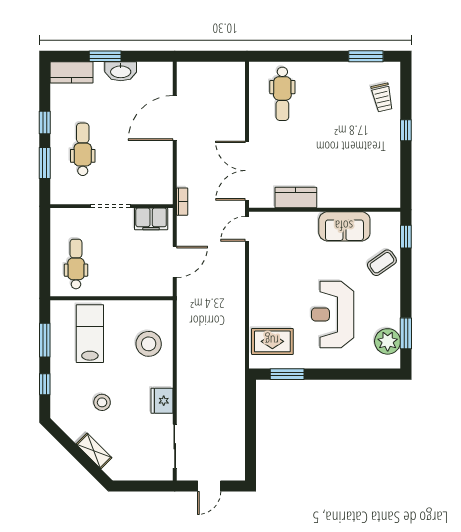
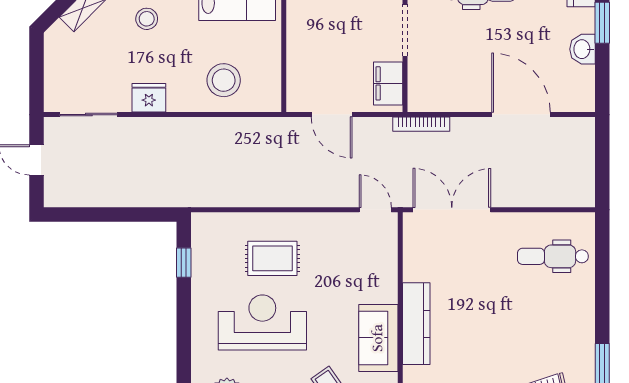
washbasin: (121, 71) -> (583, 49), width x0.72
kitchen counter: (296, 198) -> (416, 324), moved, width x1.50
bookcase: (182, 202) -> (421, 124), width x1.56
rug: (272, 341) -> (272, 258), moved, turned 90
window: (287, 374) -> (184, 263), width x0.67

